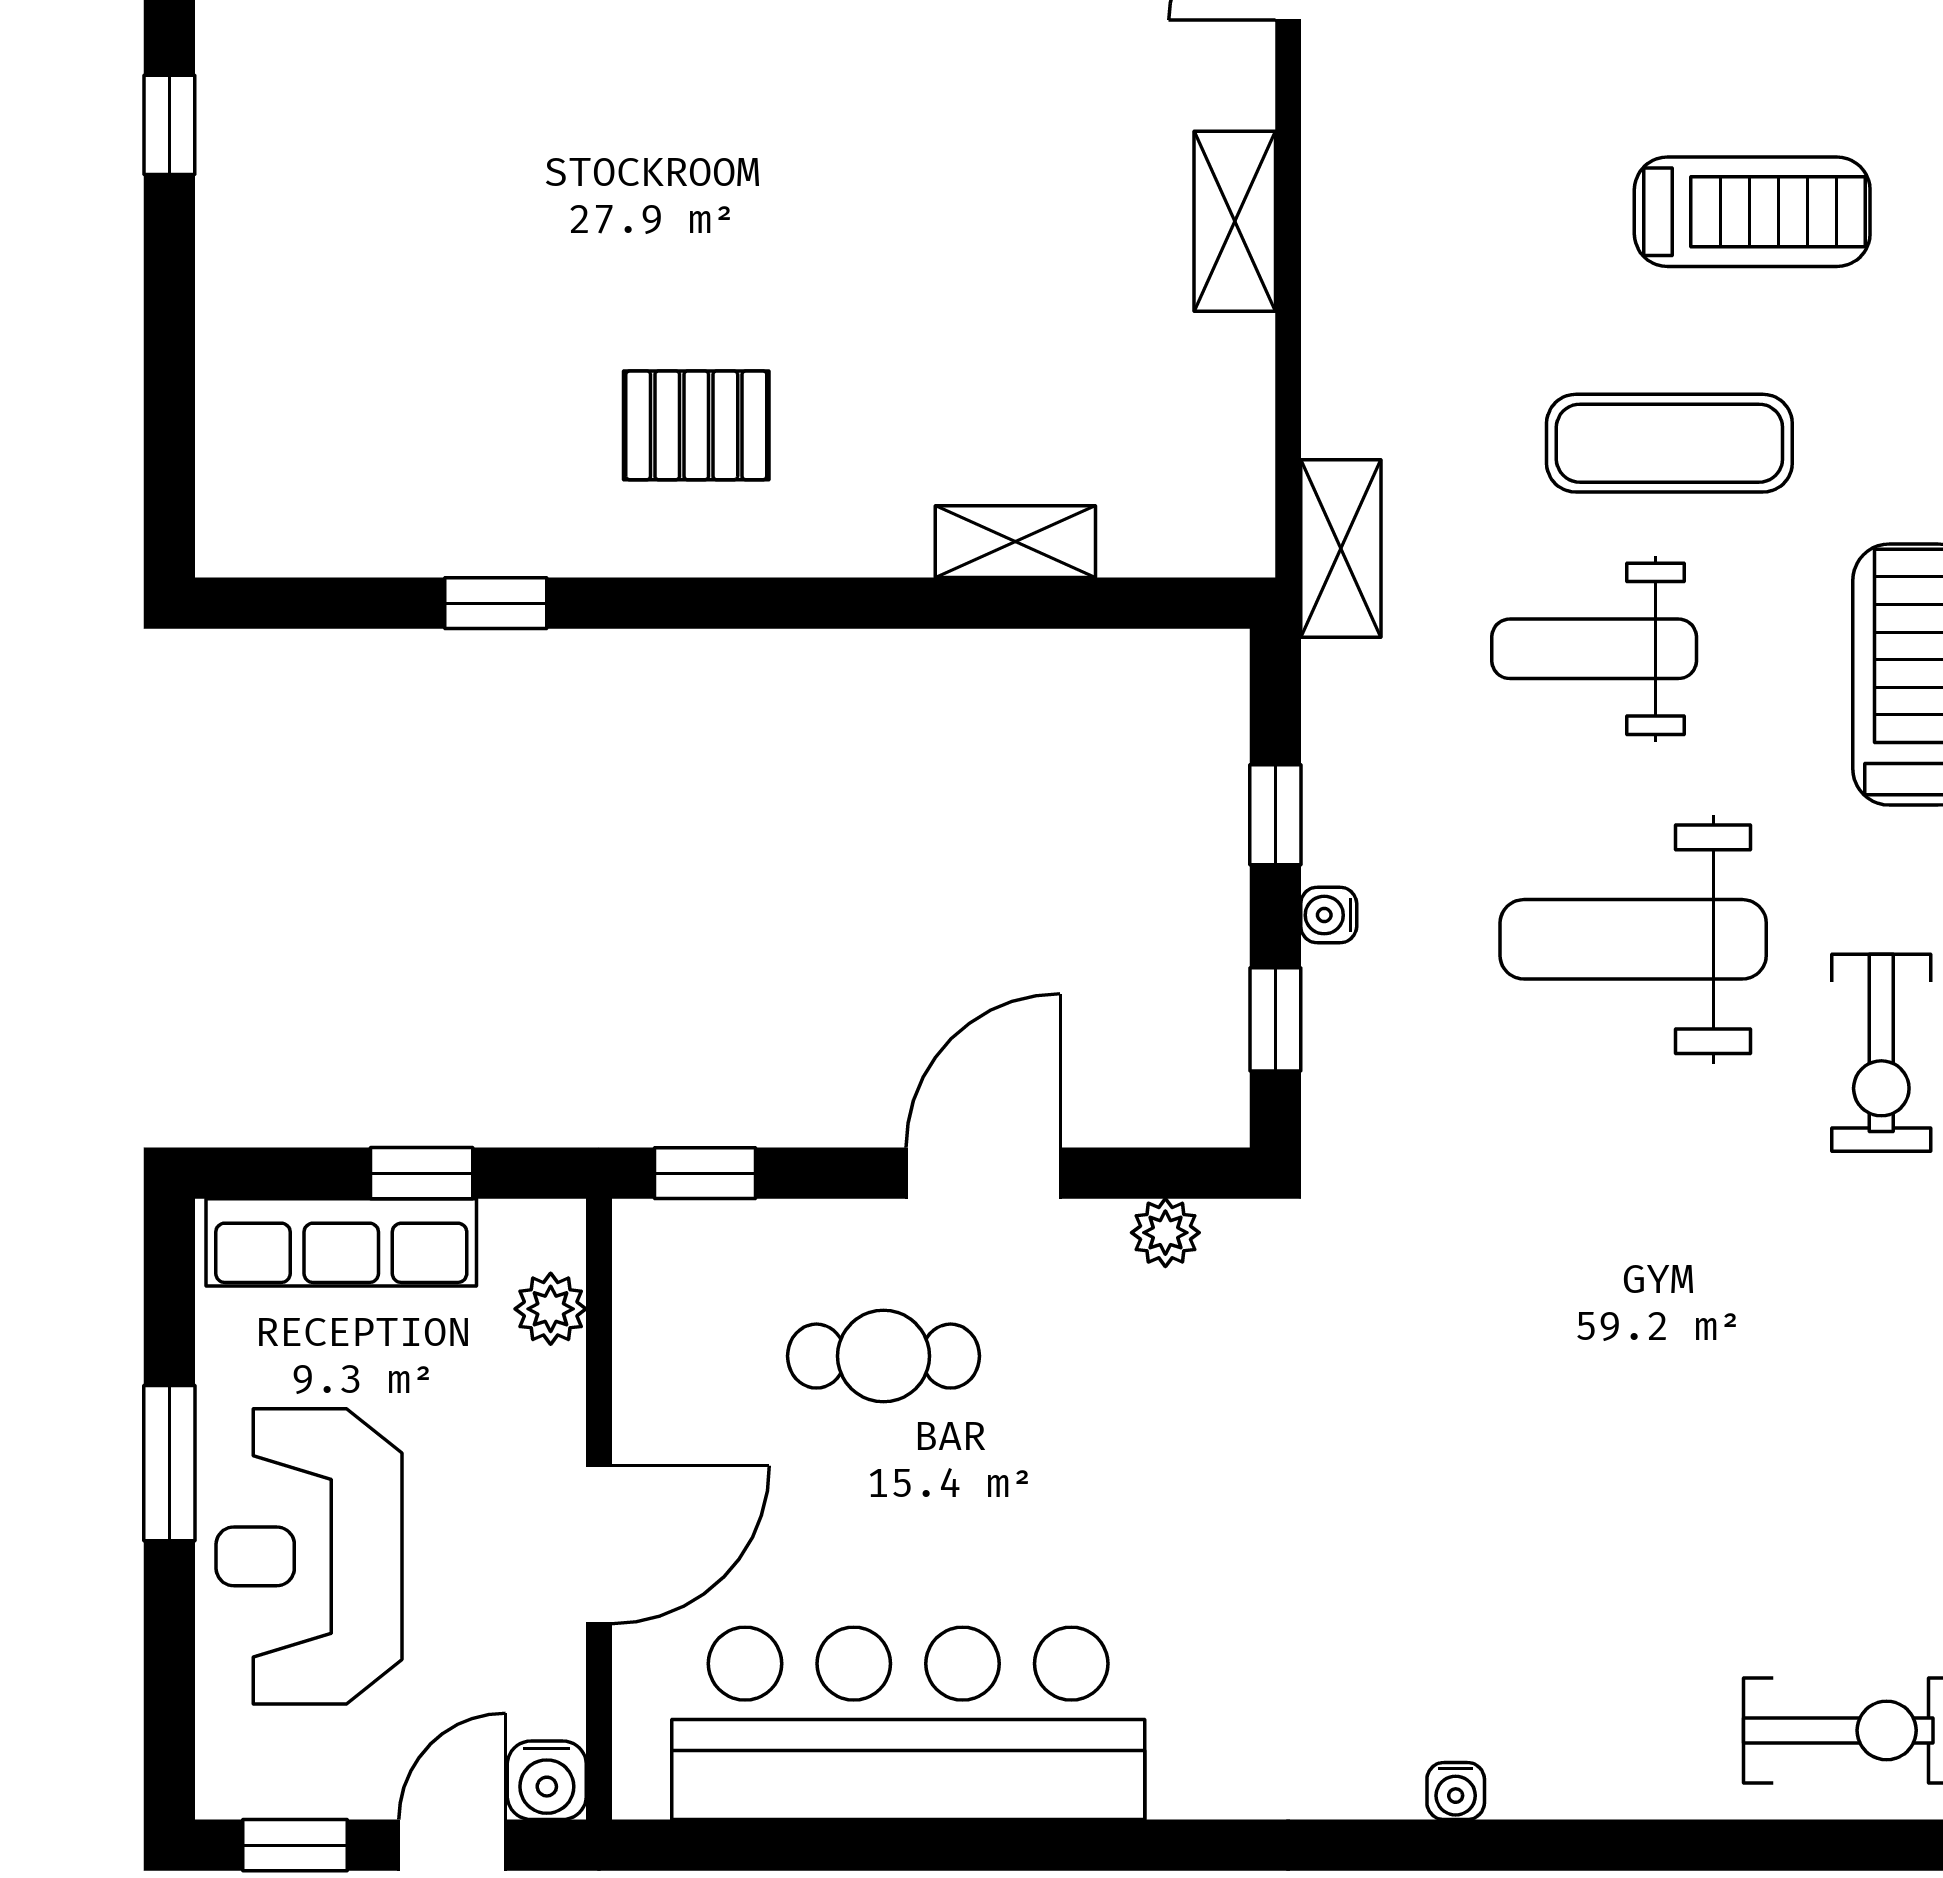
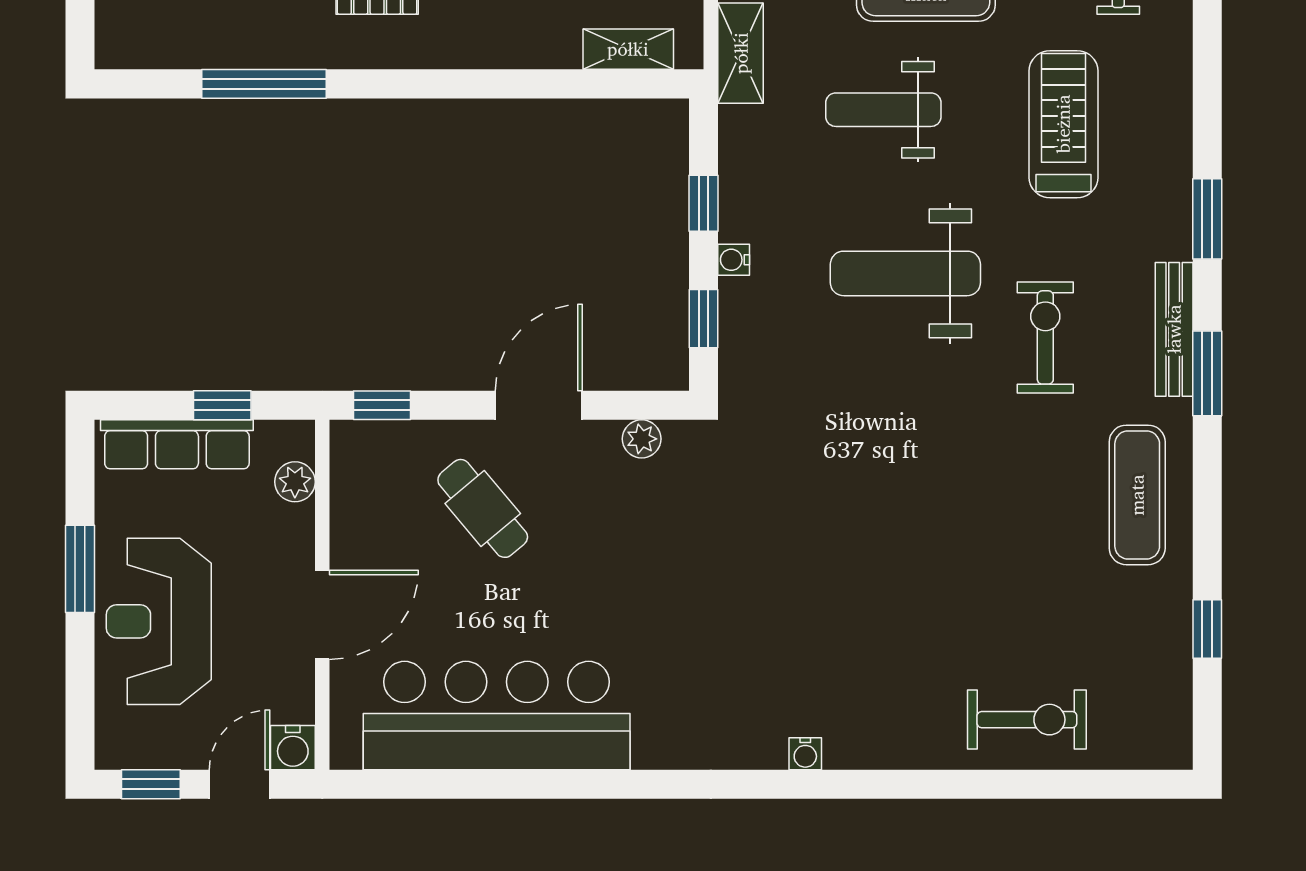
shelving: (1015, 542) -> (628, 49), moved
window: (496, 603) -> (264, 84), width x2.17
exercise bike: (1881, 1053) -> (1045, 337), turned 180
cafe table: (883, 1356) -> (483, 508), turned 50

